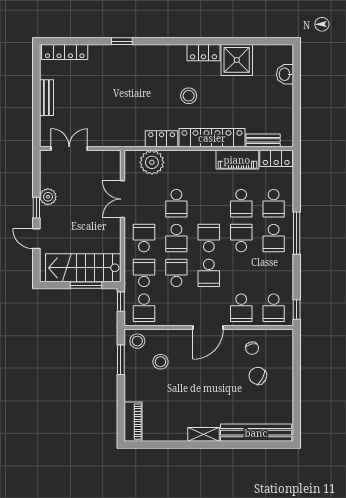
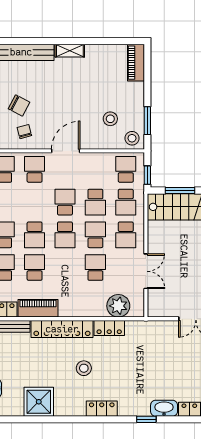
washbasin: (103, 53) -> (164, 408), added
locker: (203, 53) -> (102, 409), moved

